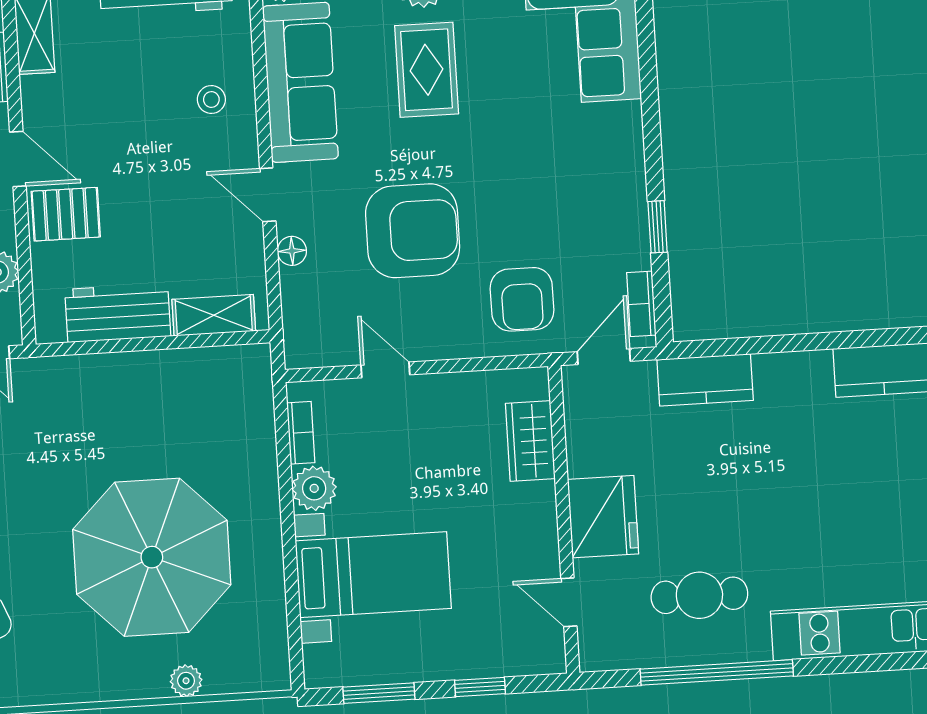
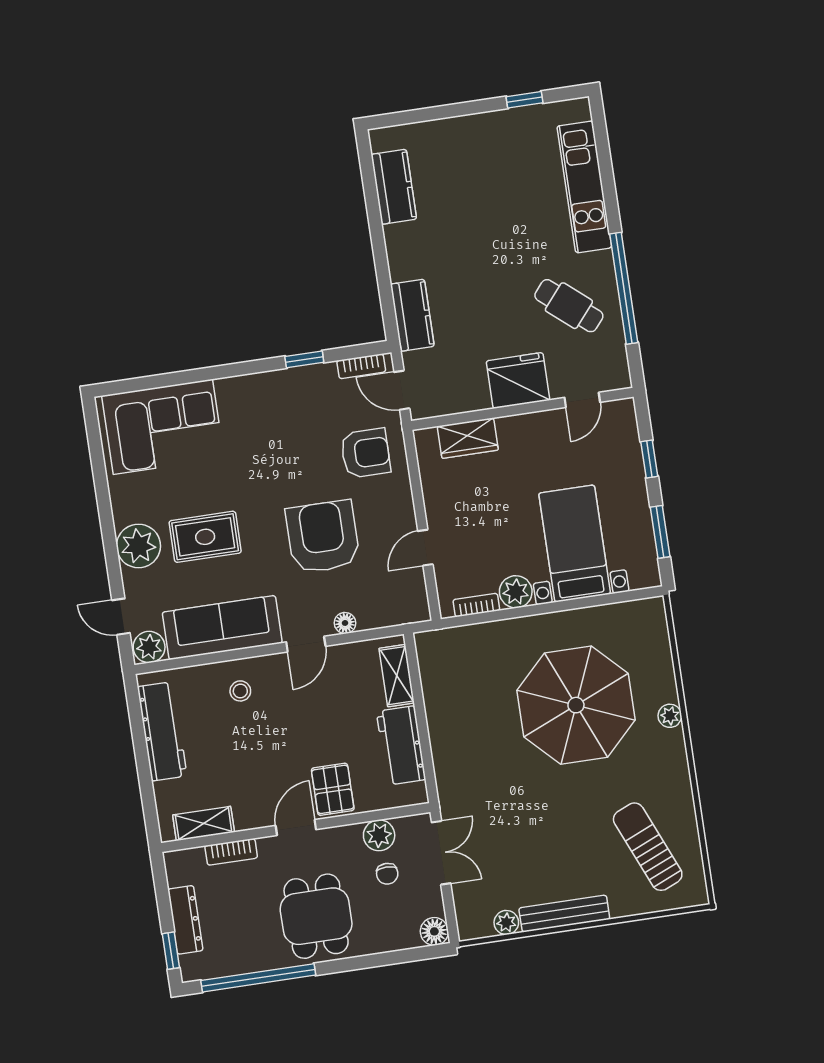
cafe table: (699, 595) -> (569, 306), turned -50
plant: (186, 681) -> (670, 716), moved

